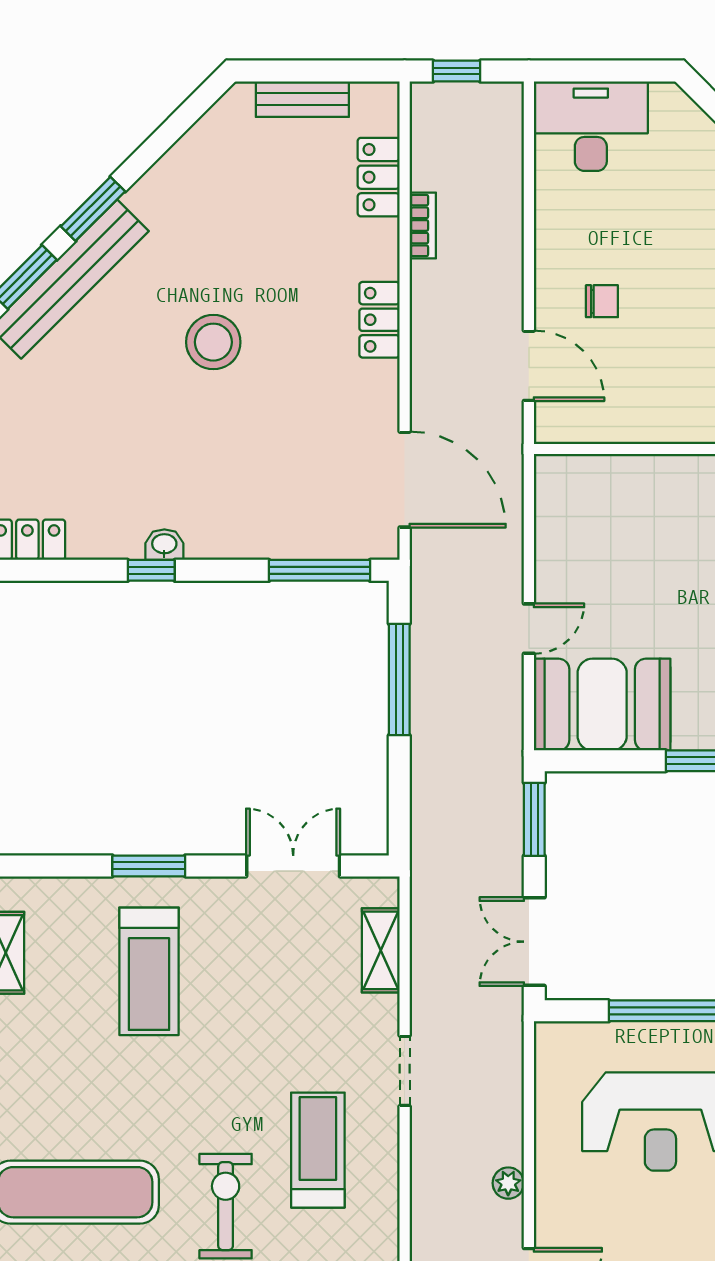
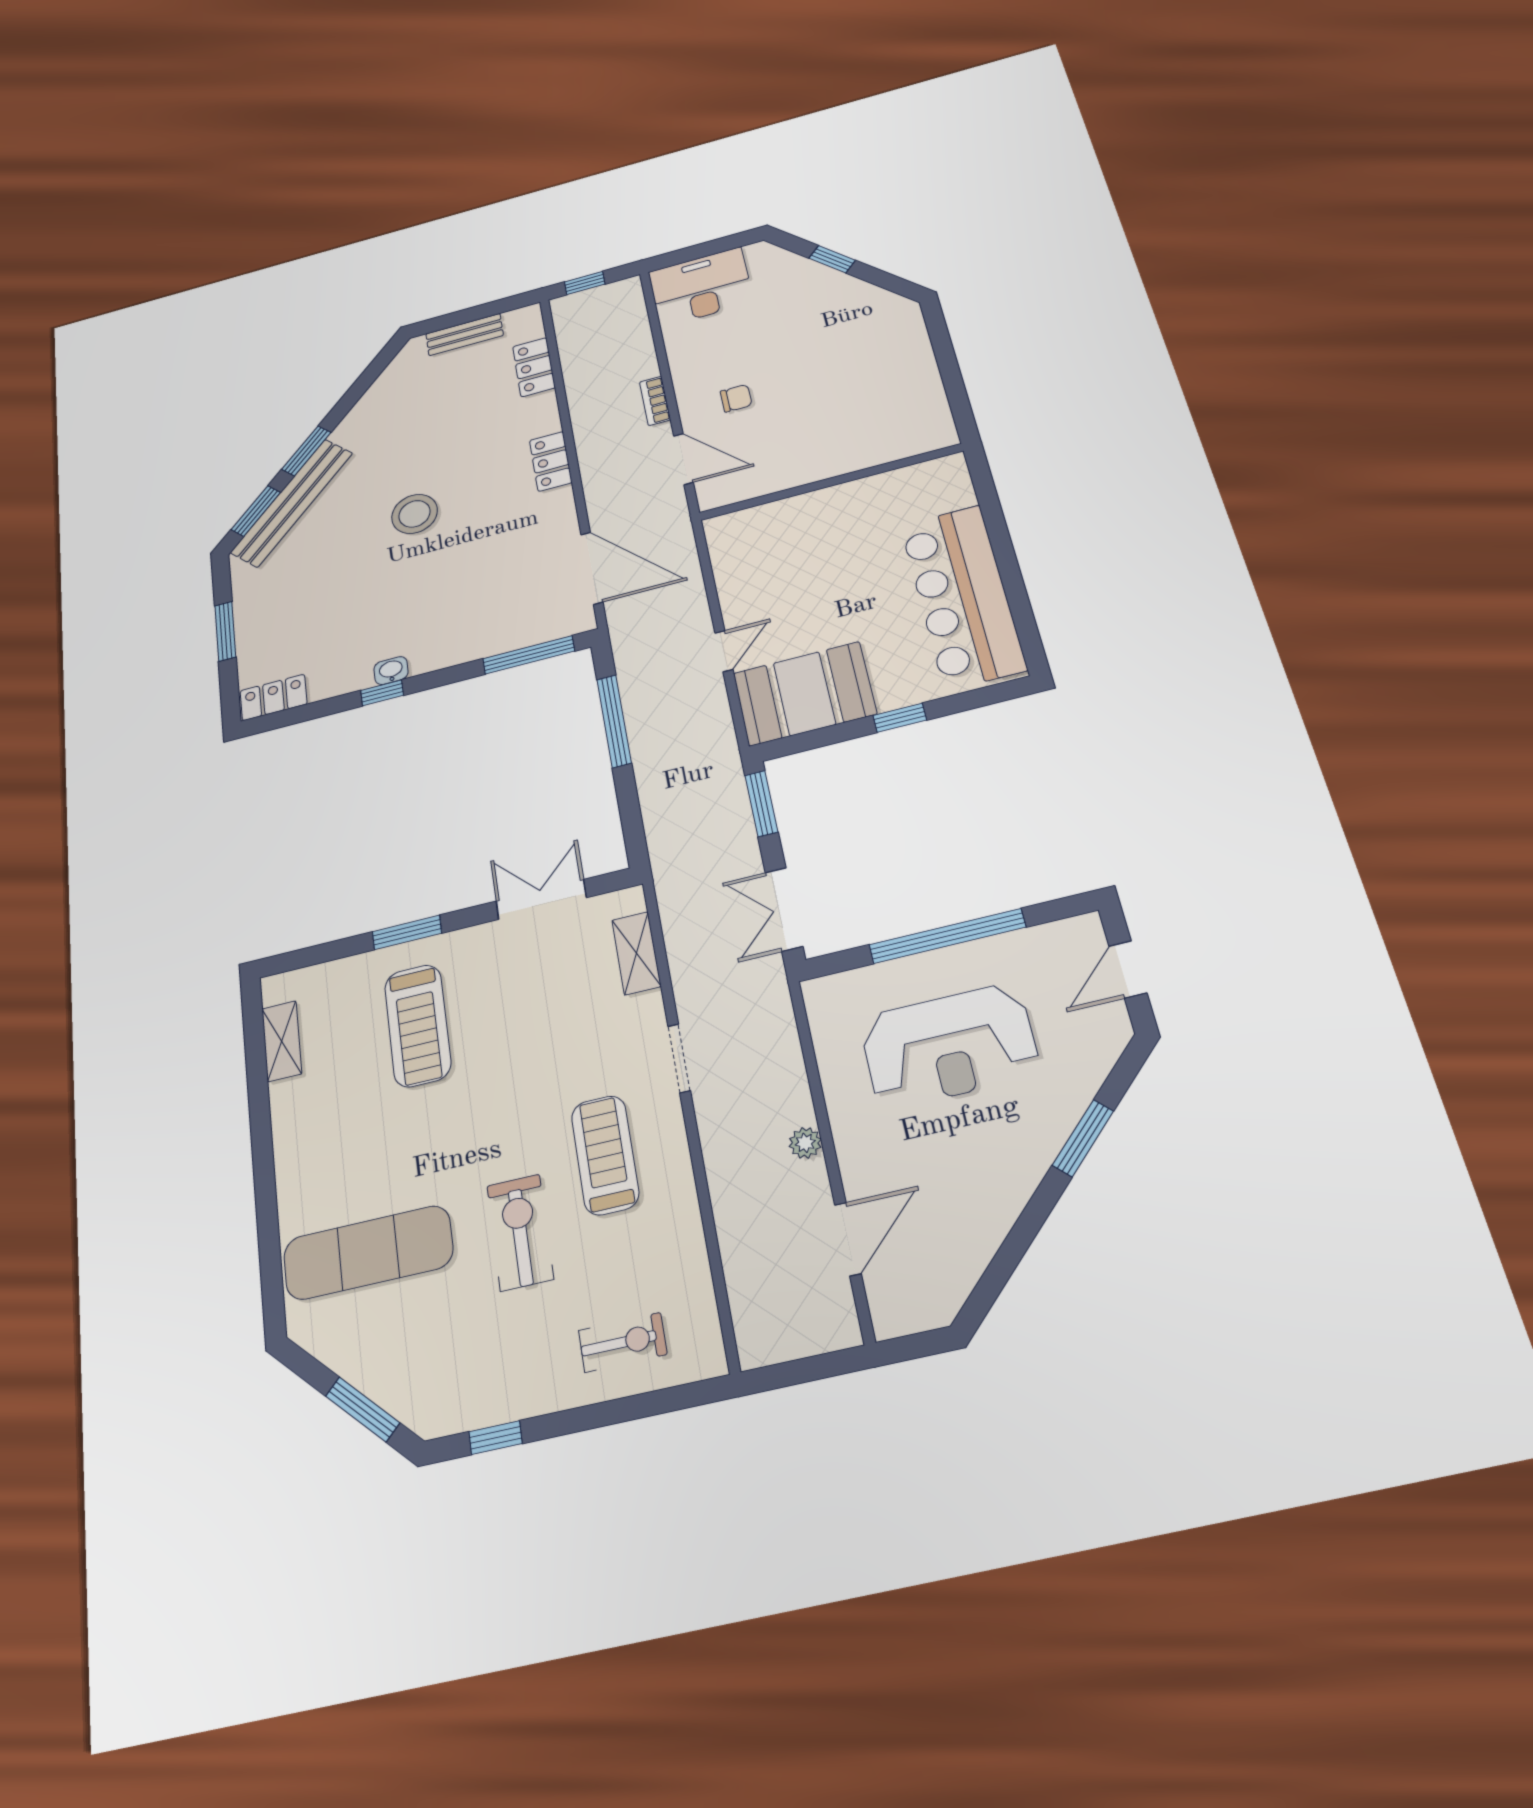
bookcase: (423, 225) -> (655, 401), moved, turned 180

